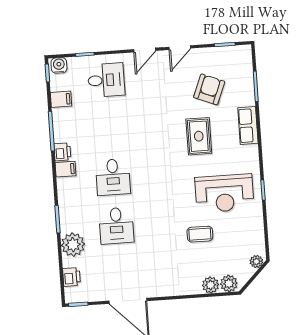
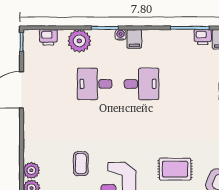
printer: (62, 152) -> (203, 37), moved
filing cabinet: (66, 169) -> (134, 39), moved
desk: (113, 177) -> (142, 84), turned 180
water cooler: (64, 202) -> (121, 35), added

